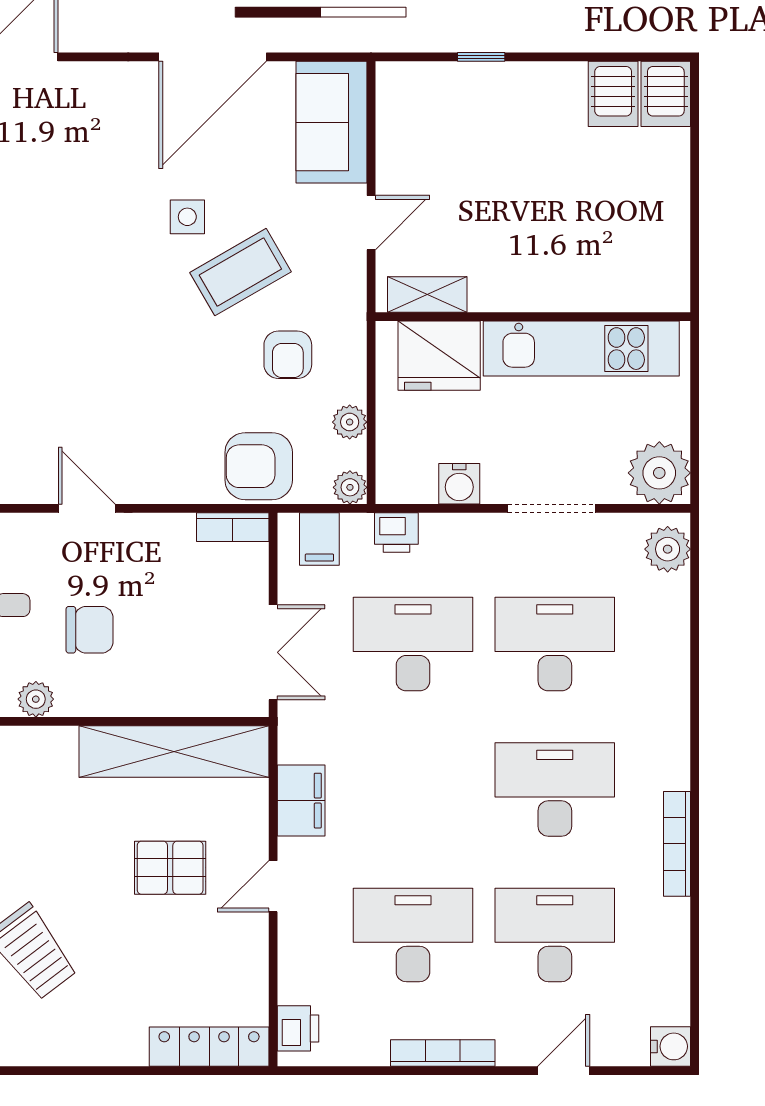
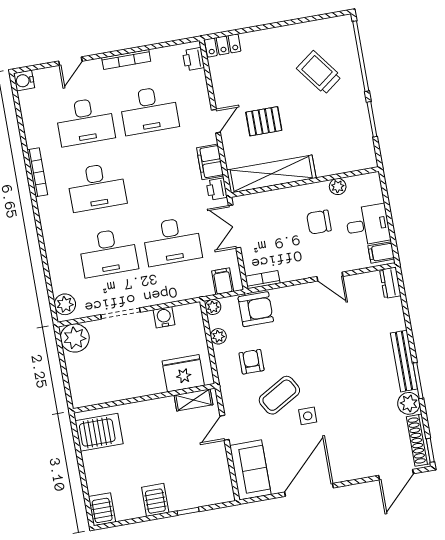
server rack: (613, 94) -> (155, 500), moved
server rack: (643, 261) -> (99, 432), added
kitchen unit: (581, 349) -> (120, 388), removed
printer: (396, 532) -> (217, 189), moved, turned -90
locker: (209, 1047) -> (223, 45), width x0.66

